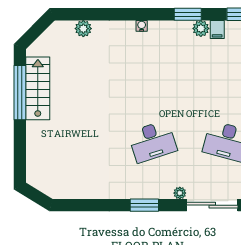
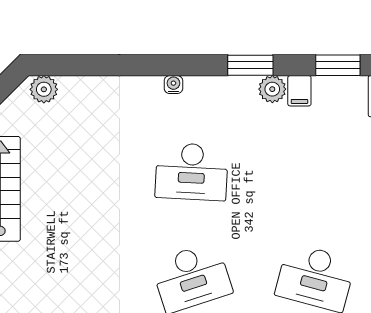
plant: (83, 29) -> (44, 89), moved
desk: (152, 78) -> (192, 172), added

